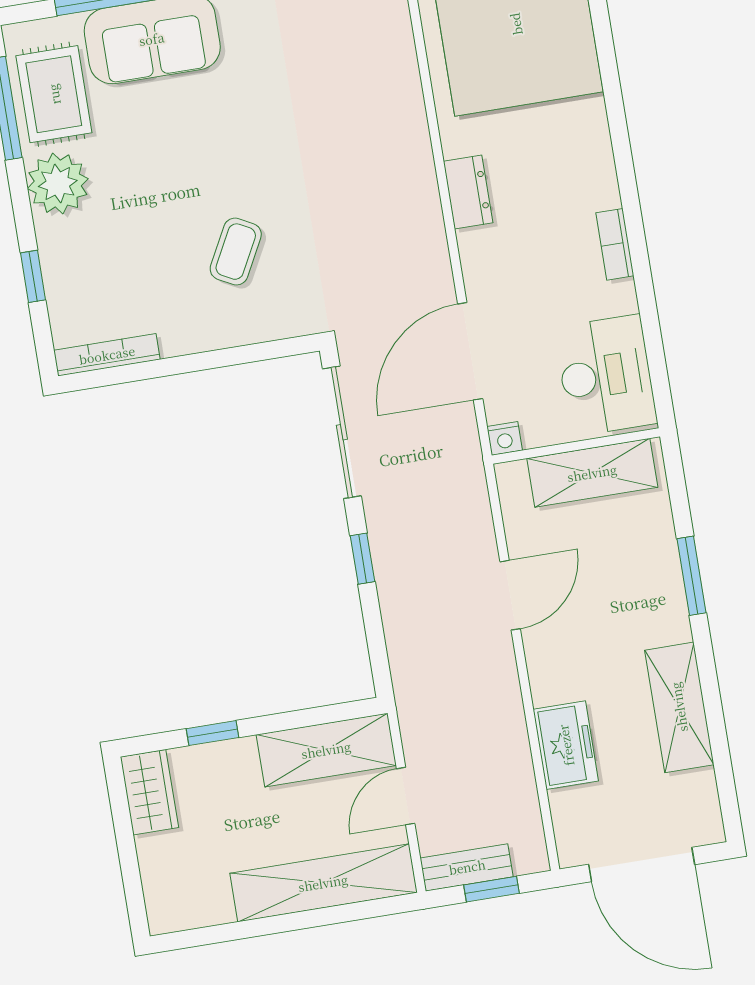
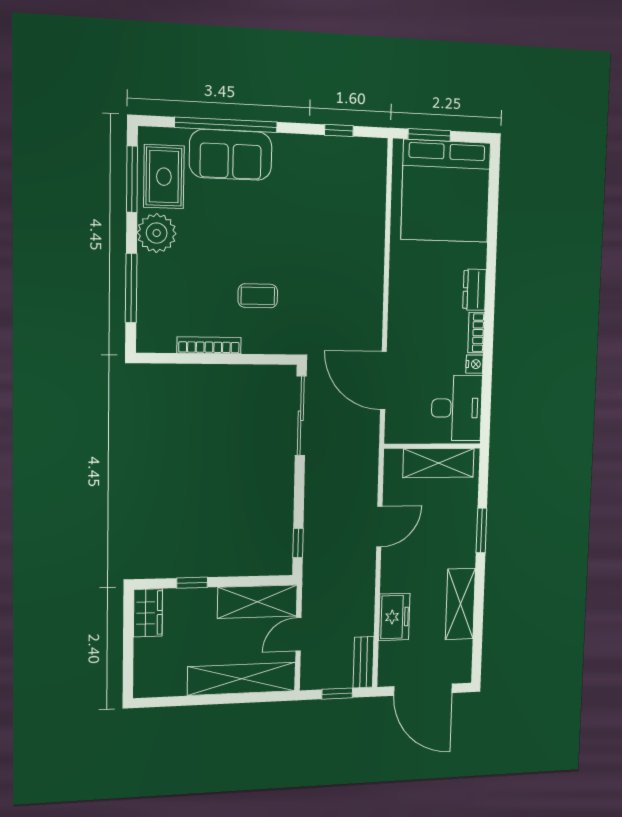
dresser: (468, 192) -> (475, 290), moved, turned 180
coffee table: (236, 252) -> (258, 296), turned 62
window: (33, 276) -> (131, 288), width x2.17
door: (470, 351) -> (383, 381), hinge flipped
bookcase: (107, 355) -> (209, 345), moved
nightstand: (505, 438) -> (475, 364), moved, turned -90
window: (363, 559) -> (298, 543), moved
bench: (467, 867) -> (364, 662), moved, turned 90

